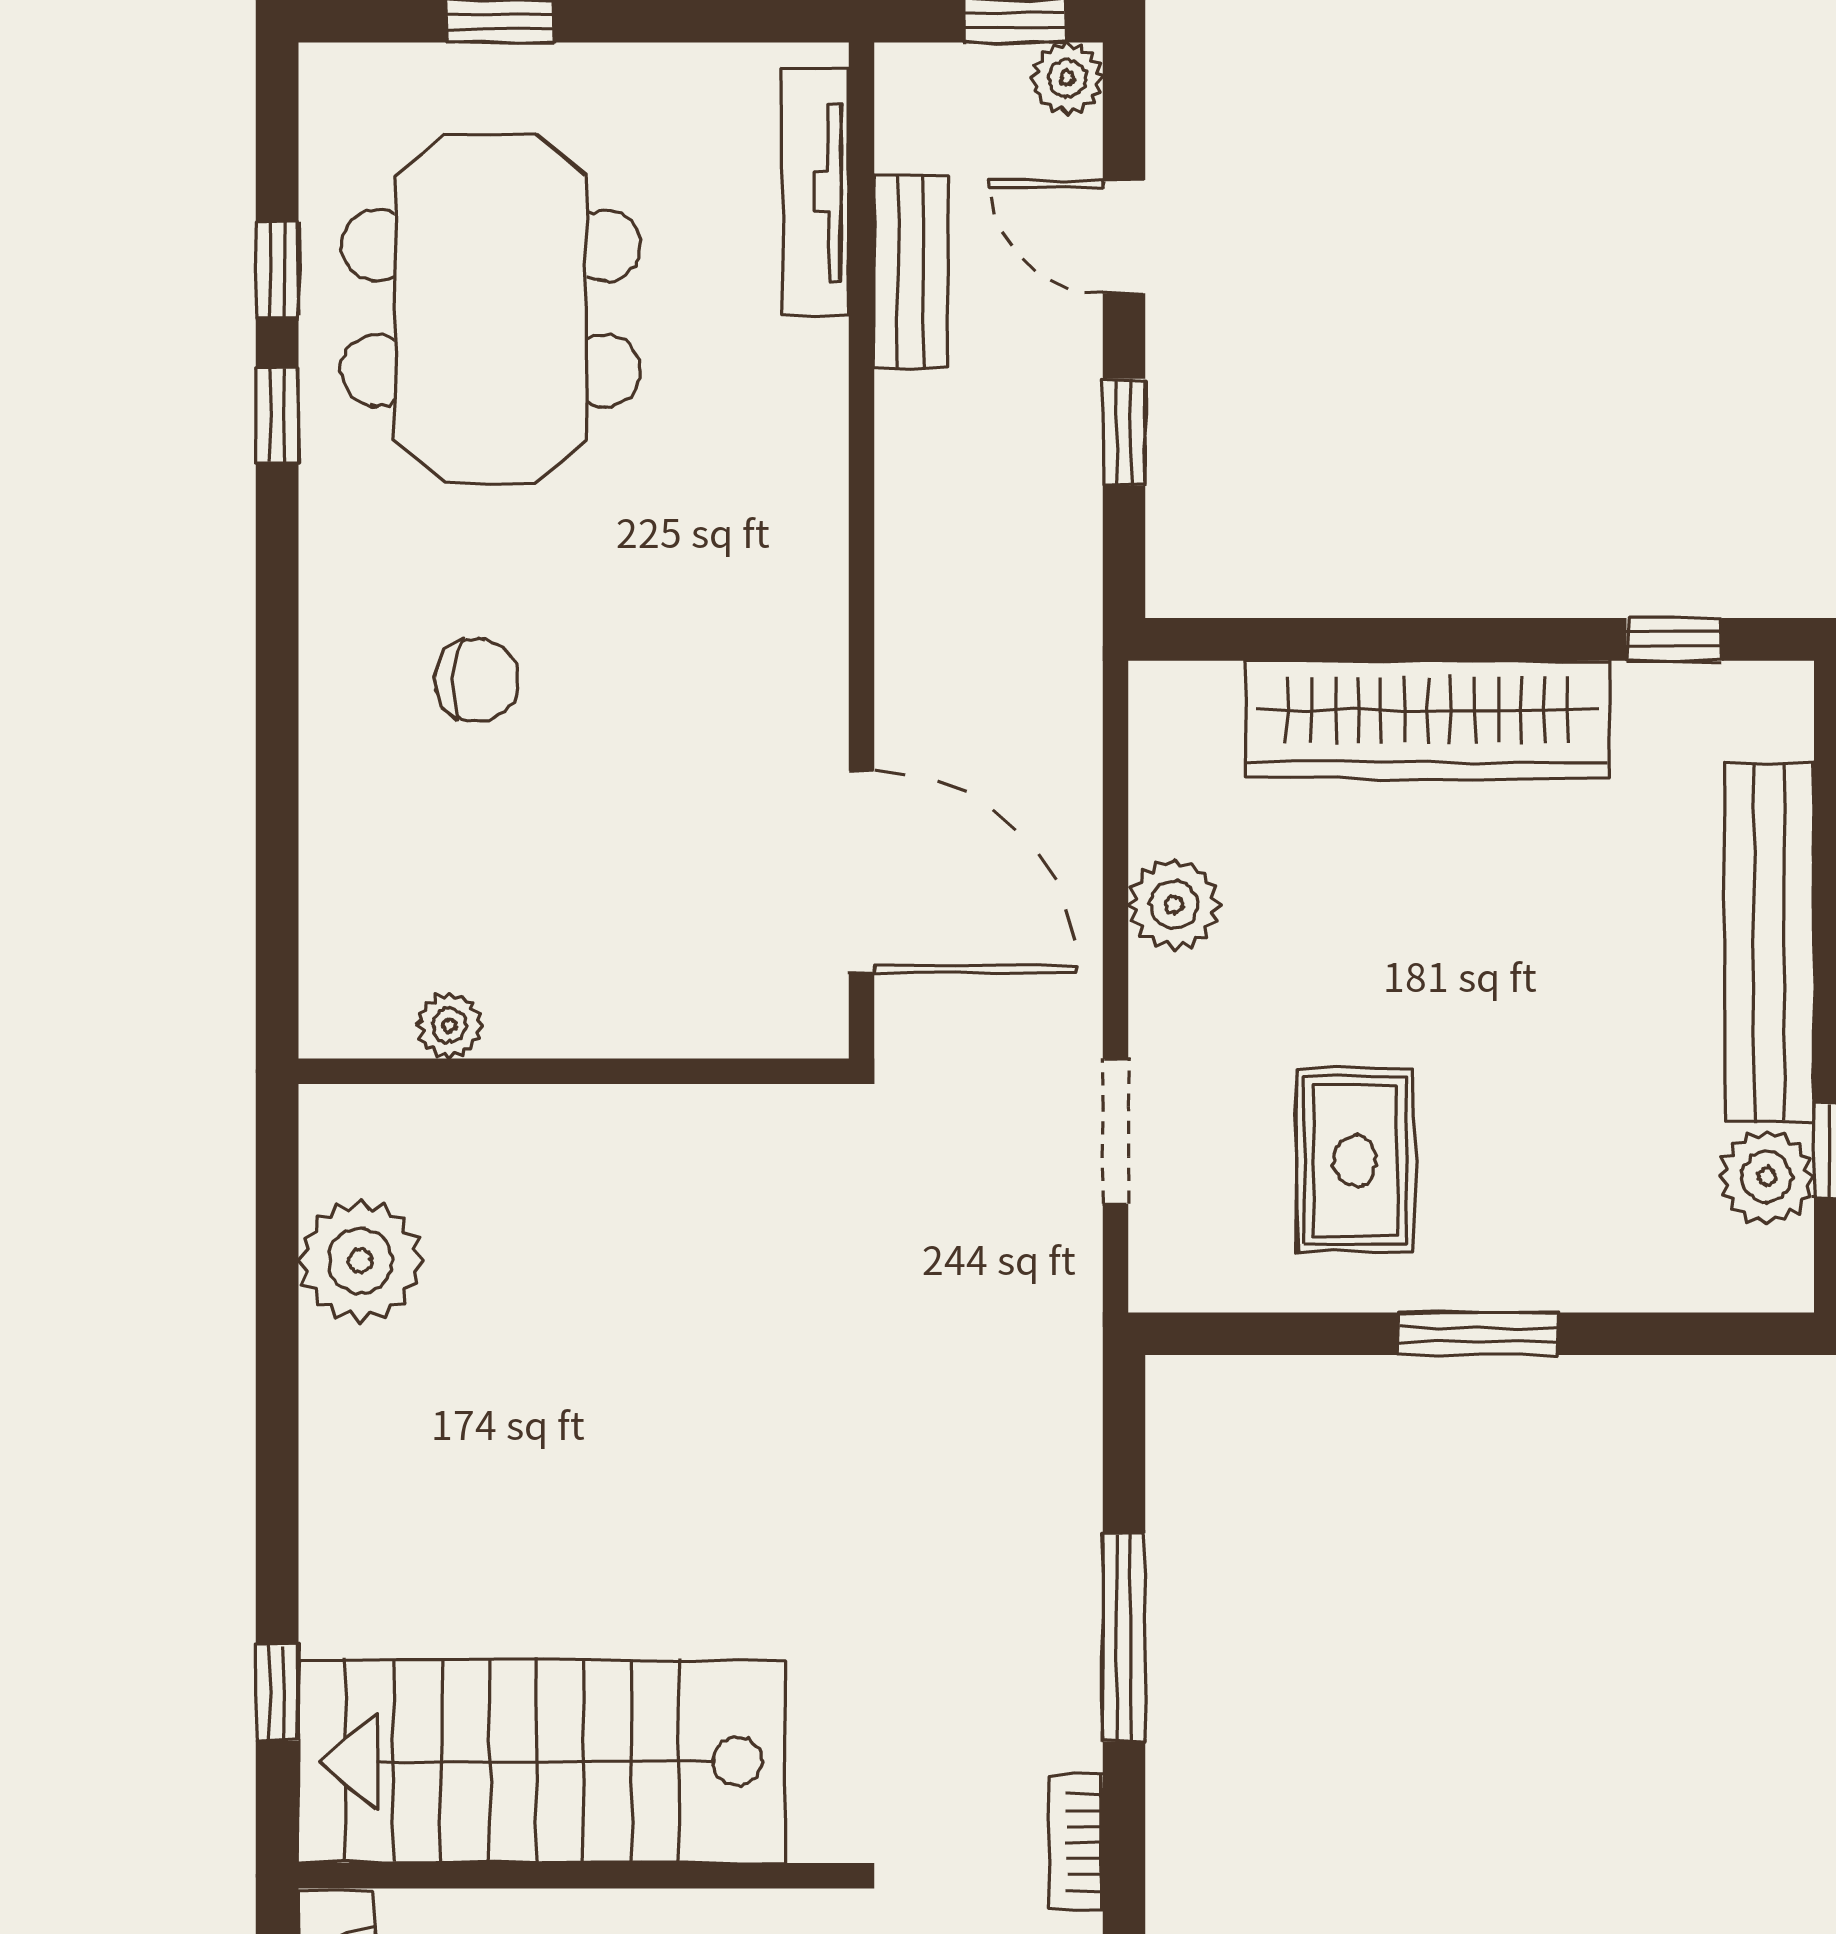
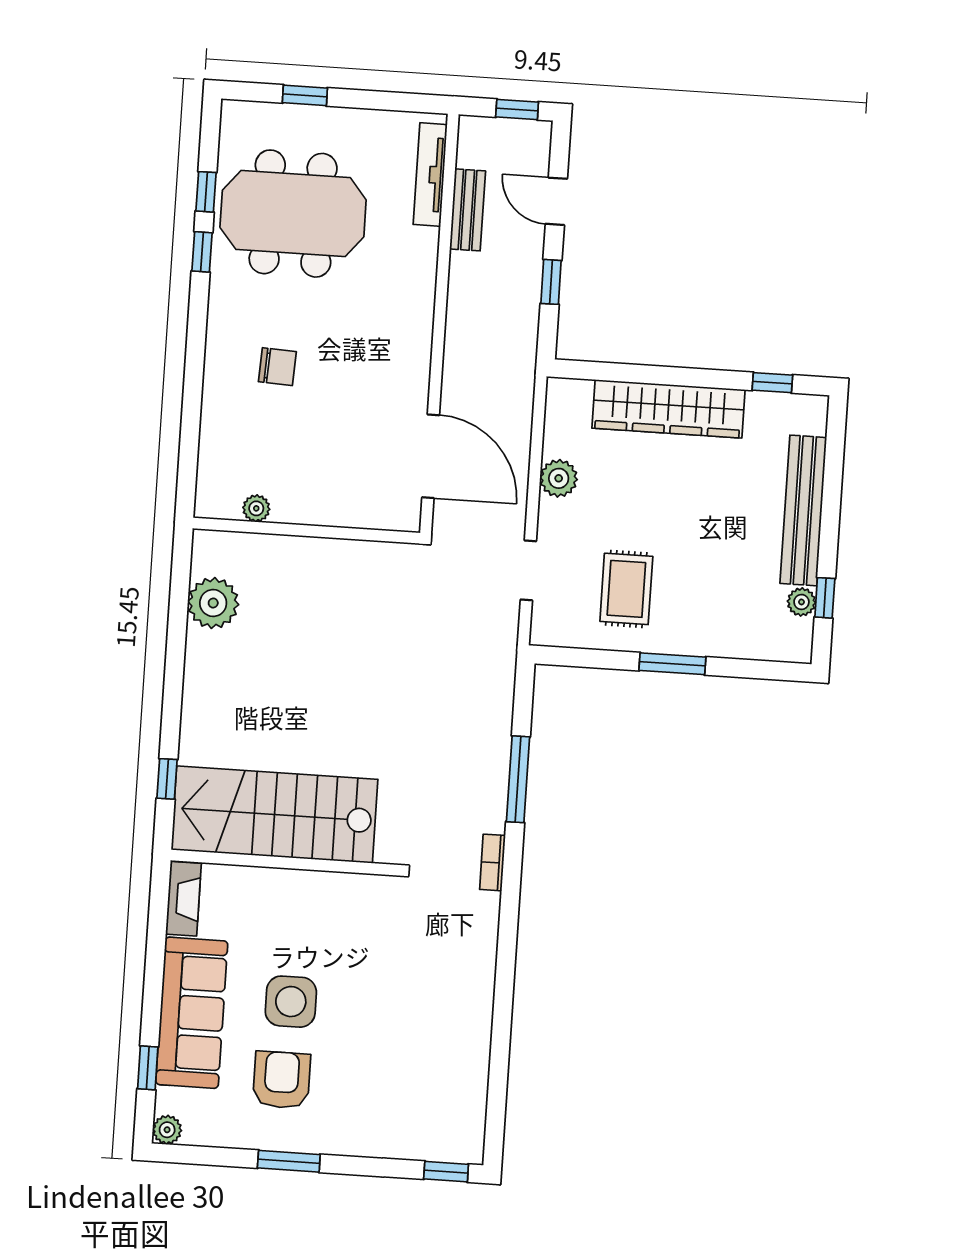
plant: (1067, 78) -> (537, 134), removed
meeting table: (491, 308) -> (293, 214), turned 90
plant: (1767, 1177) -> (801, 602), width x0.73, depth x0.73

